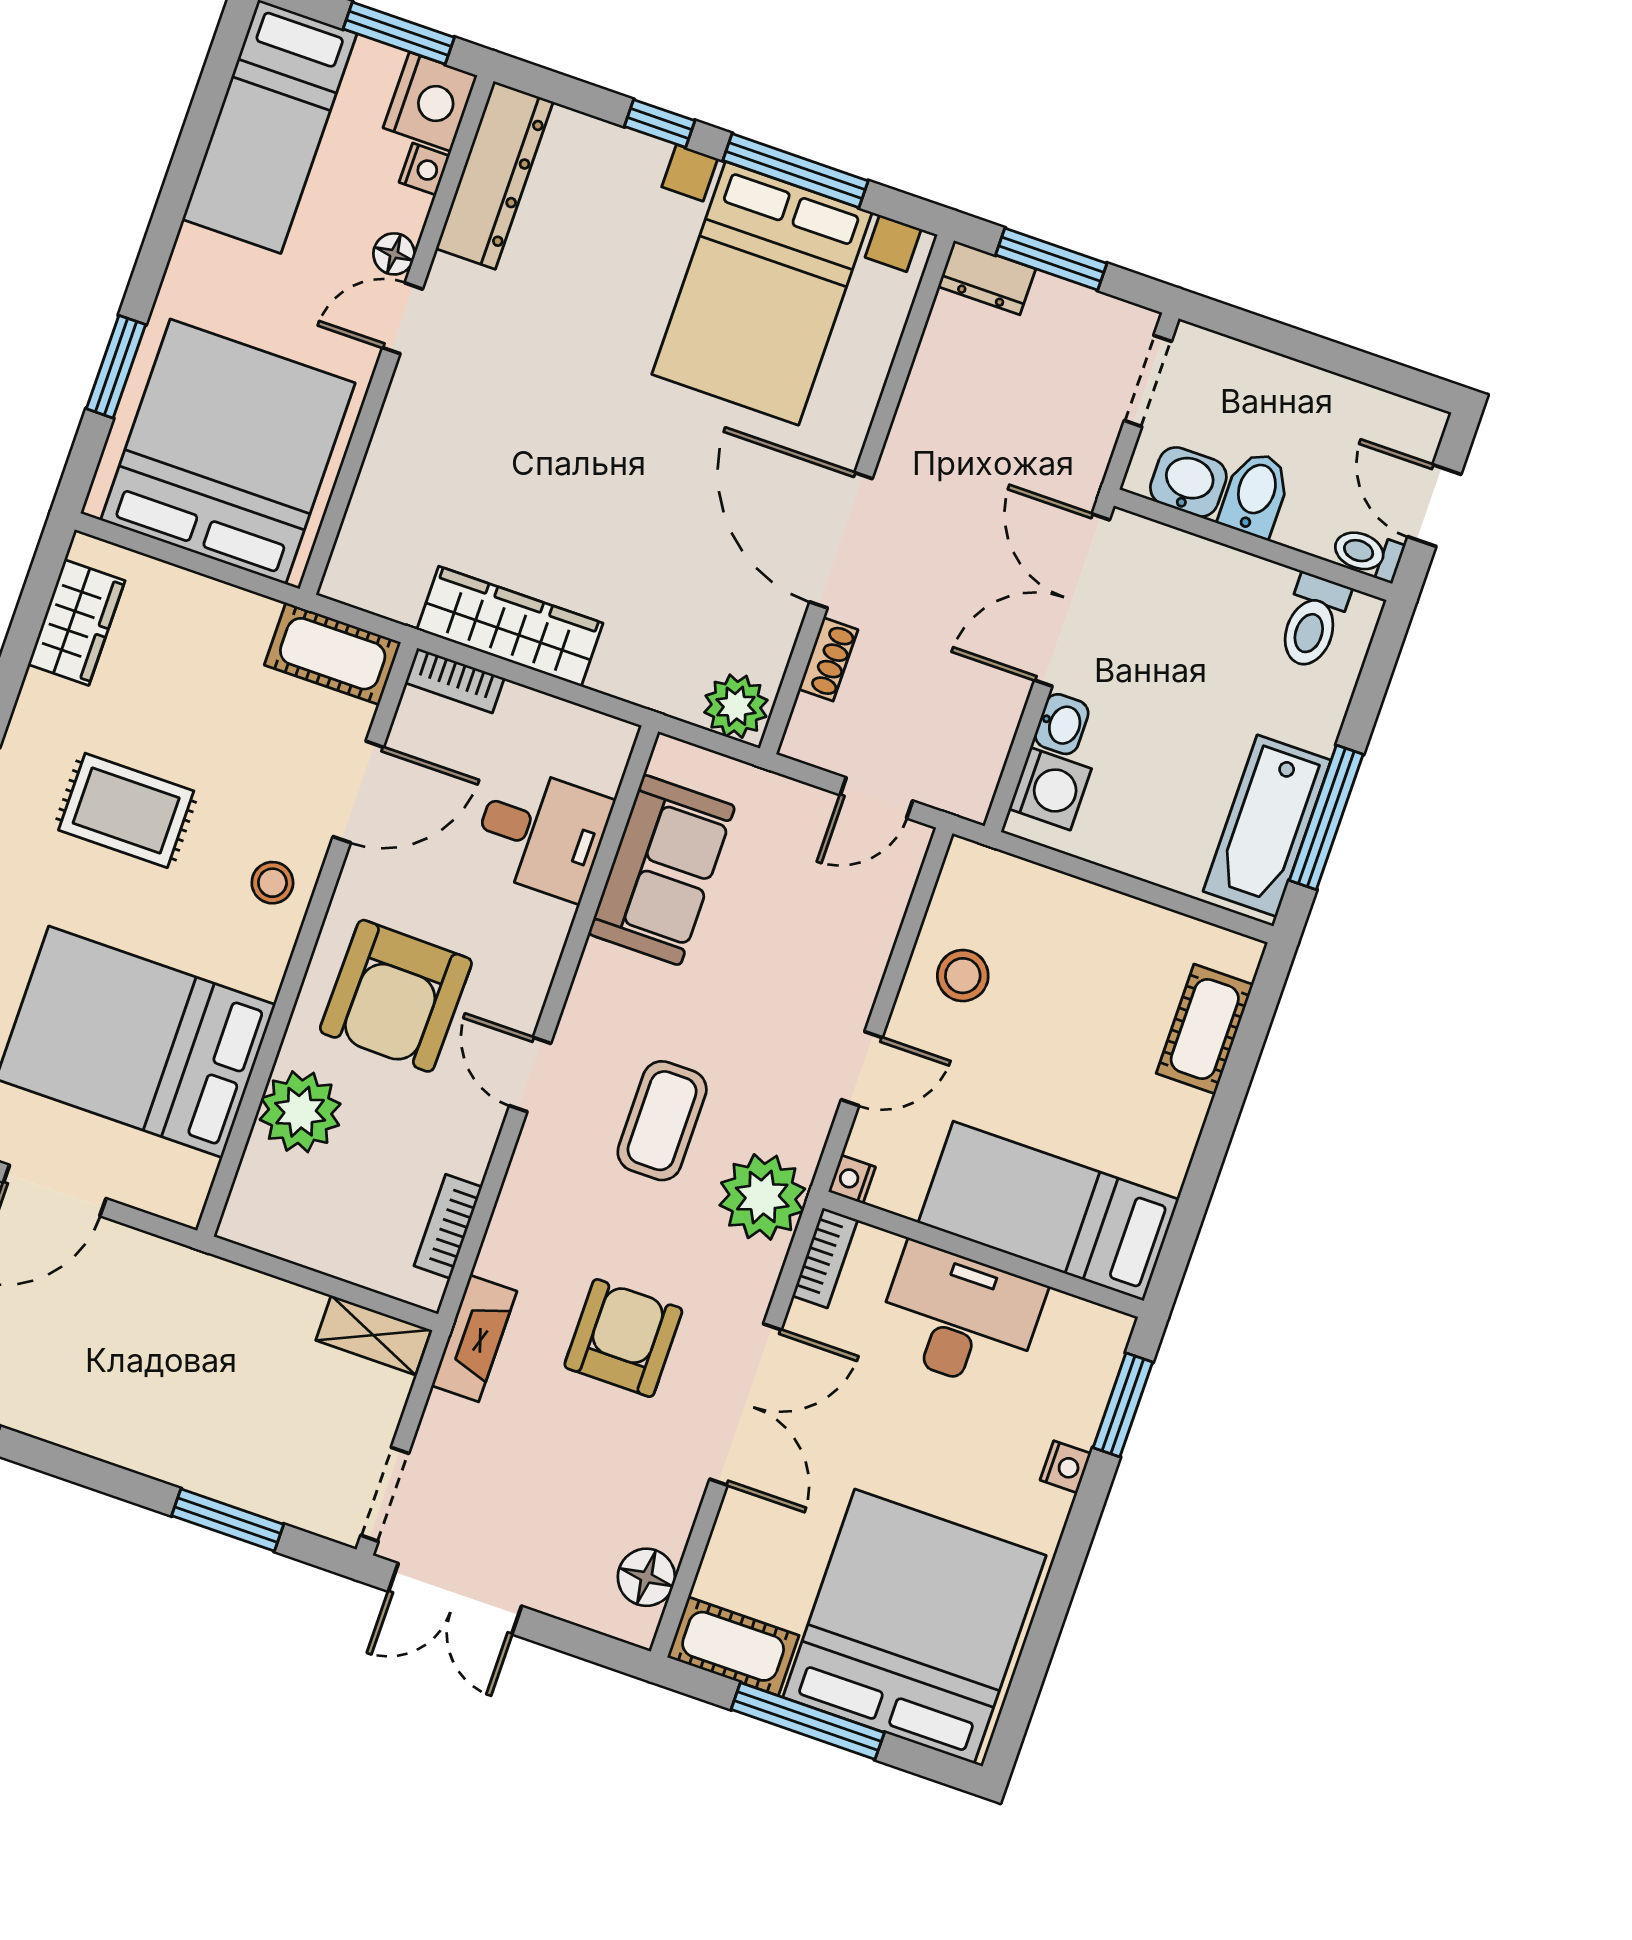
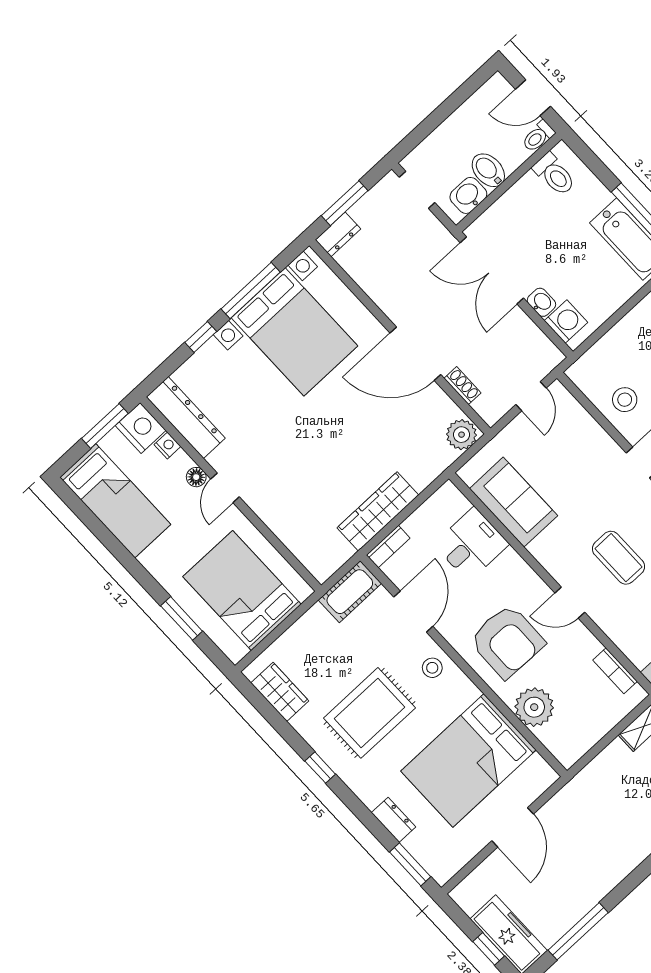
bed: (228, 452) -> (242, 591), width x0.73
rug: (126, 810) -> (369, 713), width x1.36, depth x1.43

